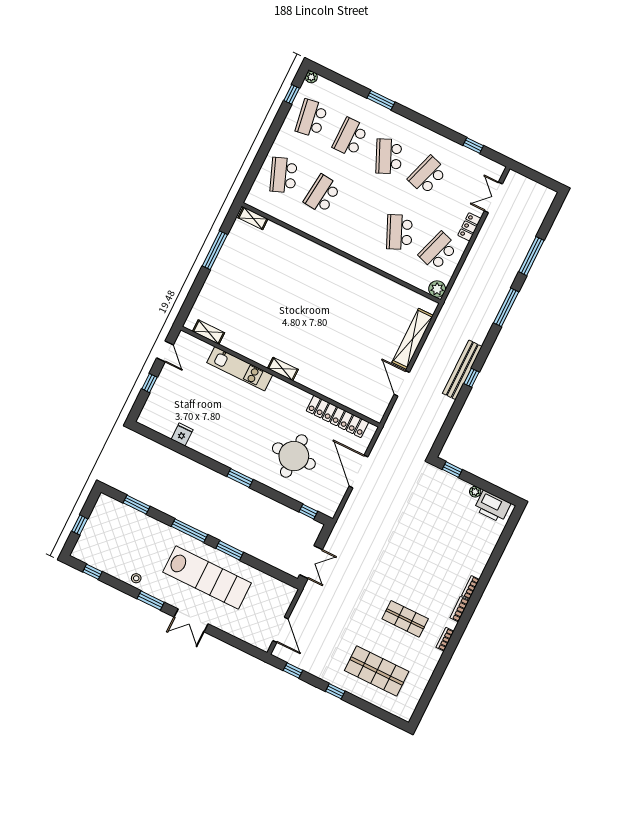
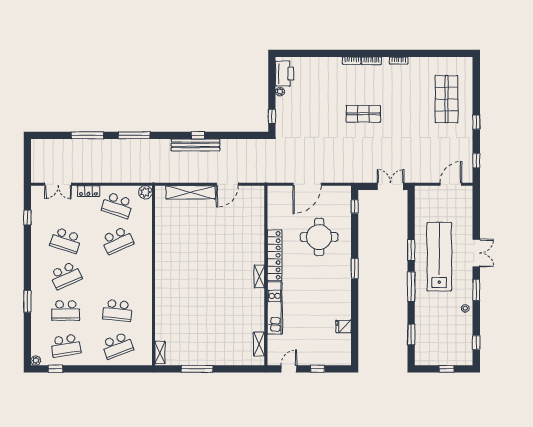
locker: (337, 416) -> (275, 255), moved
shop shelf: (405, 619) -> (363, 114), moved, turned 90

